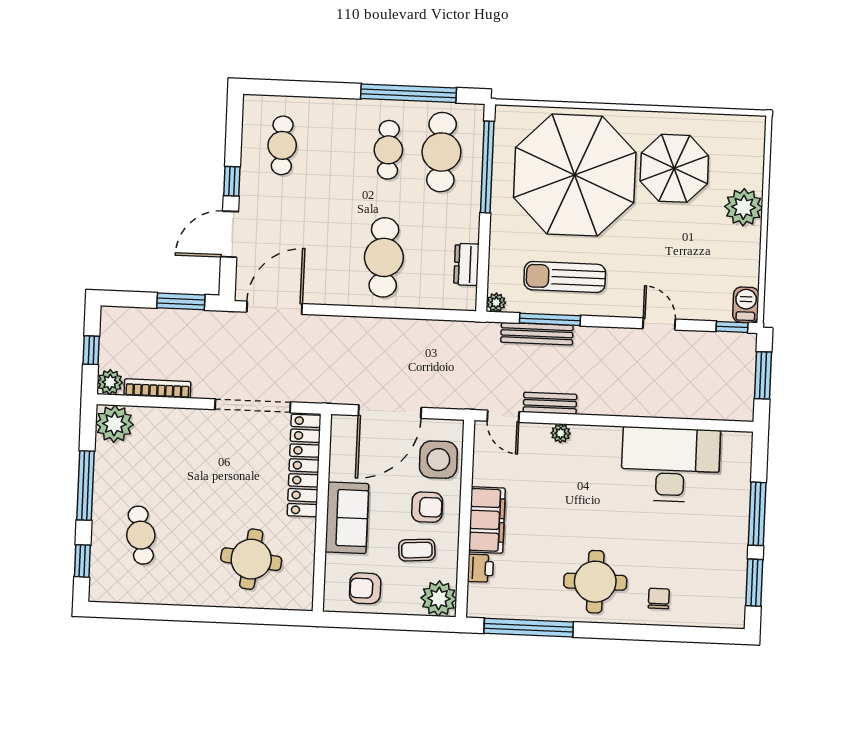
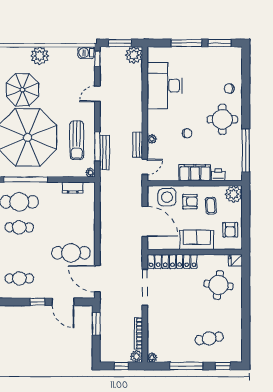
cafe table: (384, 257) -> (71, 253), moved
plant: (737, 403) -> (134, 55), added
plant: (114, 424) -> (152, 358), width x0.53, depth x0.53
armchair: (427, 507) -> (190, 202), turned 90
chair: (569, 507) -> (187, 133), added
fridge: (301, 596) -> (235, 260), added

